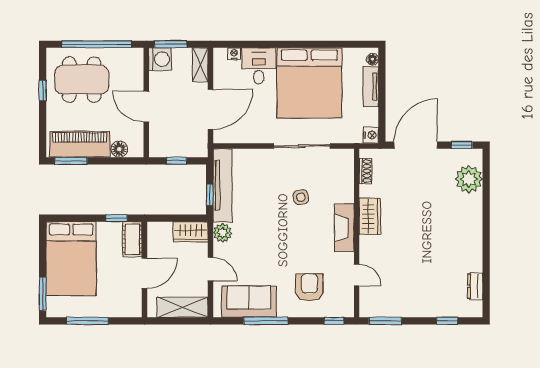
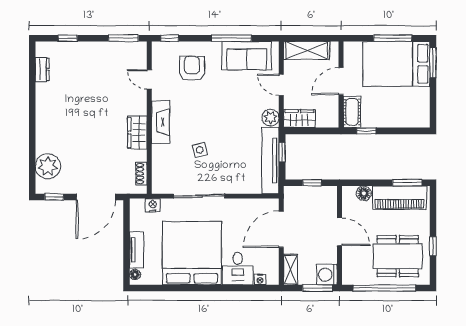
nightstand: (371, 135) -> (153, 205), moved, turned 90
bed: (71, 259) -> (396, 64), moved, turned -90
armchair: (309, 287) -> (192, 68), turned 180

